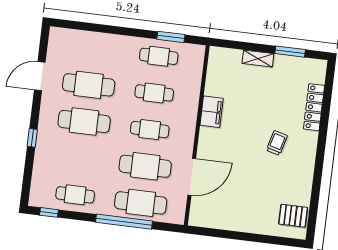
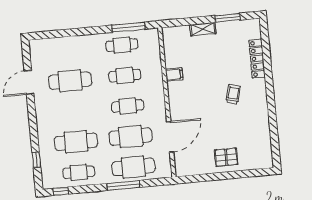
window: (171, 37) -> (128, 27), width x1.44
filing cabinet: (212, 112) -> (174, 74), width x0.50
cafe table: (84, 122) -> (76, 142), moved
window: (32, 138) -> (36, 160), moved
pallet: (293, 216) -> (226, 157), moved
window: (124, 222) -> (123, 185), width x0.68

